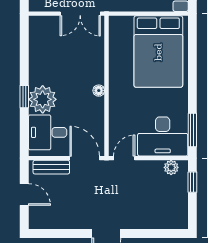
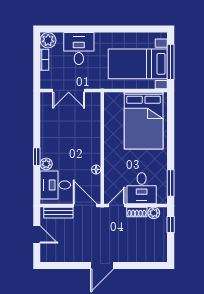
double door: (80, 14) -> (69, 90), moved
floor lamp: (99, 91) -> (96, 169), moved
plant: (43, 99) -> (46, 164), width x0.53, depth x0.53
desk: (163, 136) -> (142, 188), width x0.73
shoe rack: (150, 166) -> (137, 212), added

